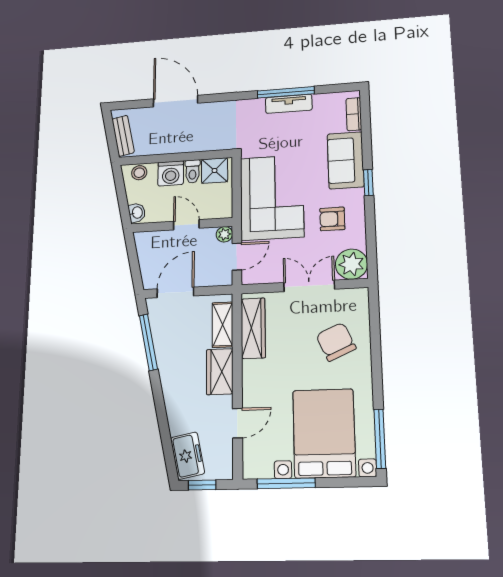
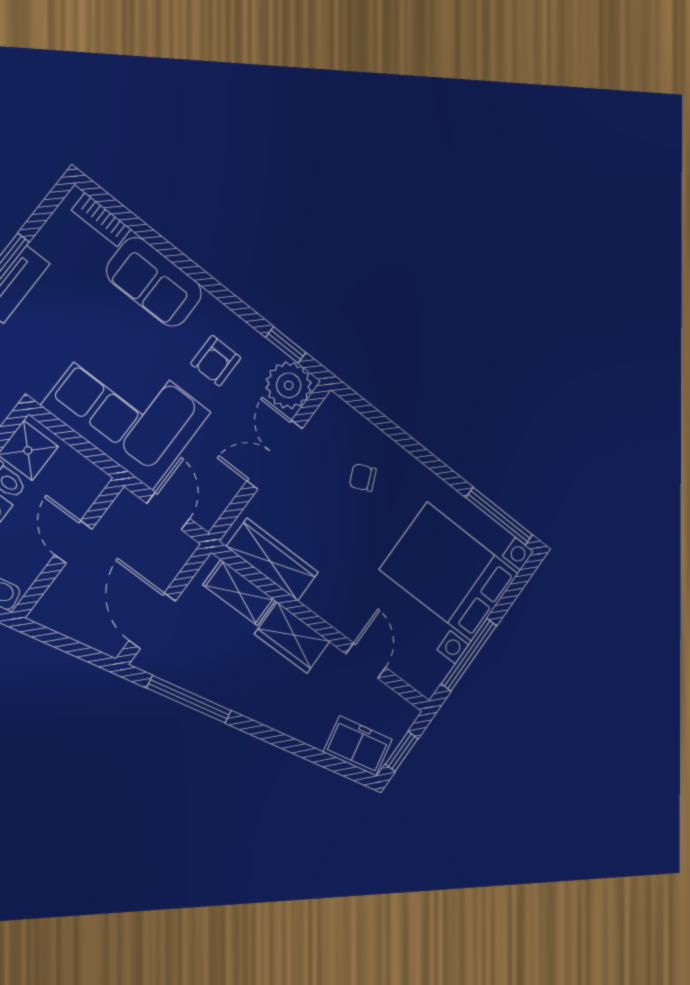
window: (368, 183) -> (286, 345), moved
door: (186, 225) -> (73, 542), hinge flipped
plant: (224, 234) -> (126, 504), removed
chair: (336, 342) -> (363, 477), width x0.54, depth x0.54

